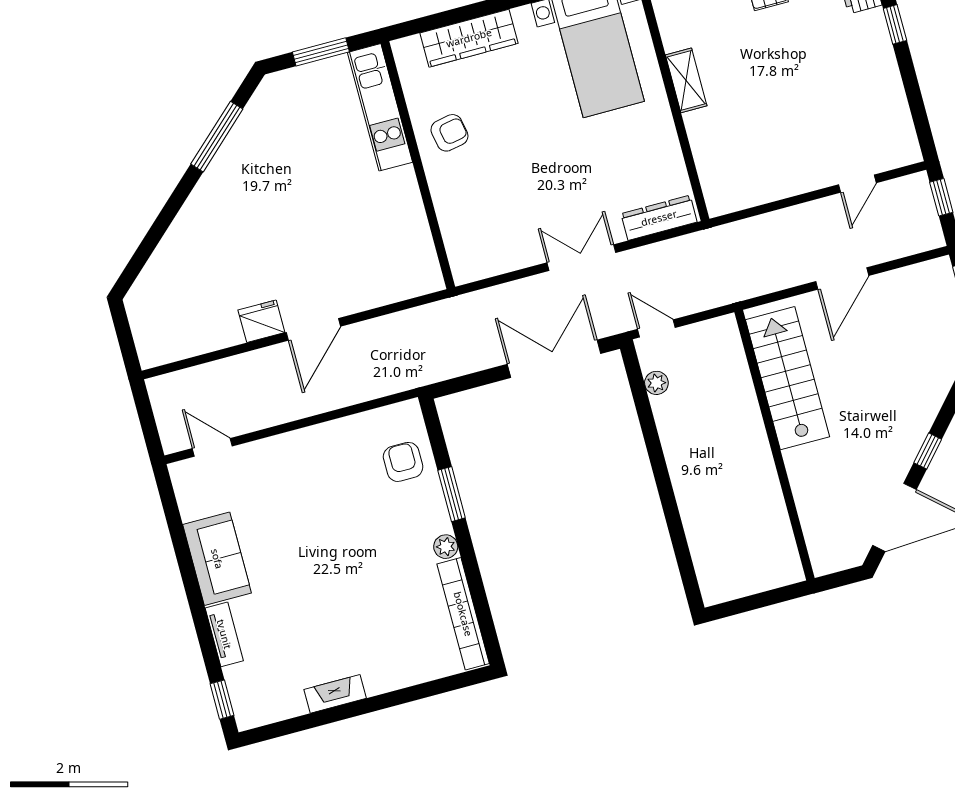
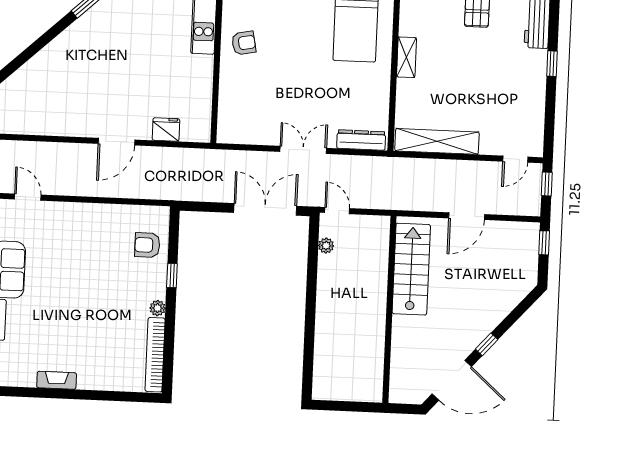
door: (857, 184) -> (515, 159), moved
shelving: (767, 186) -> (437, 141), added
fridge: (261, 321) -> (166, 129), moved
armchair: (403, 462) -> (147, 245), turned -90
window: (452, 494) -> (172, 276), width x0.67

